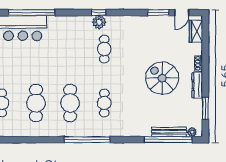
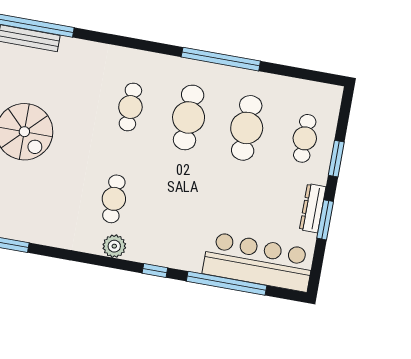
window: (99, 13) -> (155, 270), moved
window: (87, 140) -> (221, 59), moved

